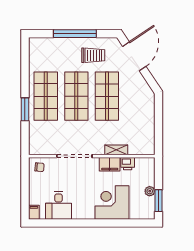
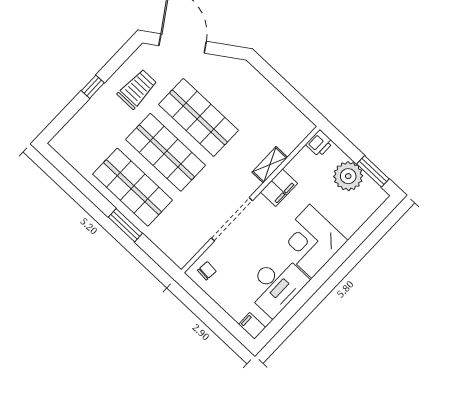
window: (75, 34) -> (93, 87), width x0.32
printer: (128, 164) -> (320, 143), moved
plant: (150, 191) -> (348, 176), width x1.87, depth x1.87
corner desk: (112, 202) -> (311, 241), moved
desk: (59, 205) -> (276, 285), width x1.37

